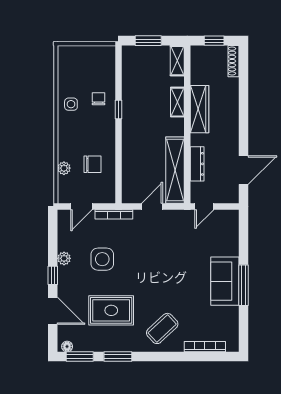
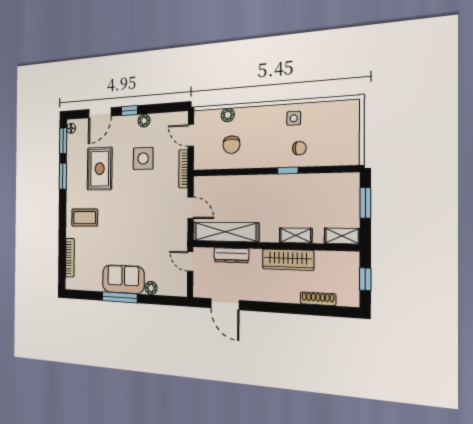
shoe rack: (233, 61) -> (318, 299), moved
plant: (232, 249) -> (151, 288), added
coffee table: (162, 328) -> (85, 218), turned -47

